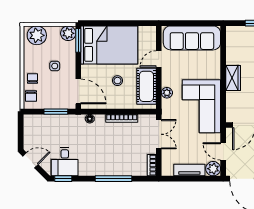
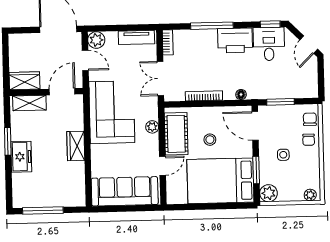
plant: (37, 35) -> (310, 195), width x0.53, depth x0.53
window: (78, 40) -> (256, 170), moved
door: (30, 160) -> (309, 45), hinge flipped
printer: (94, 165) -> (235, 40), added
tv unit: (189, 170) -> (136, 37), moved

